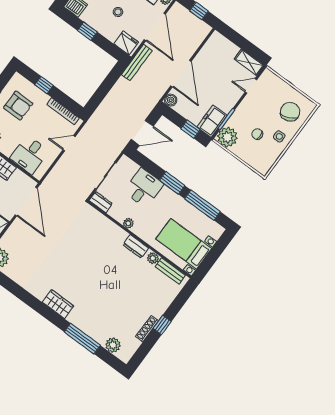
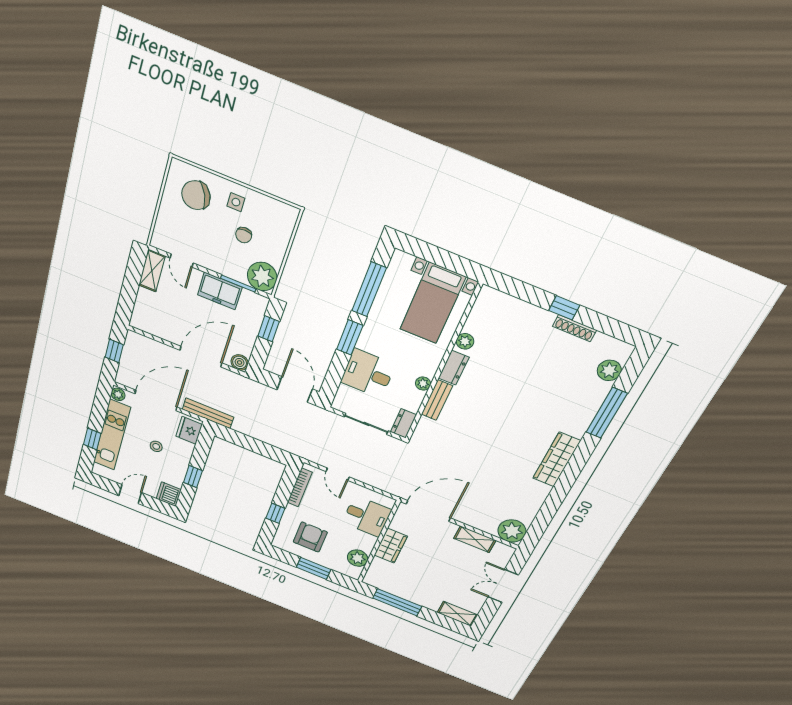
freezer: (212, 121) -> (220, 291), moved
bench: (170, 271) -> (437, 400), moved
wardrobe: (58, 304) -> (556, 460), width x1.50

